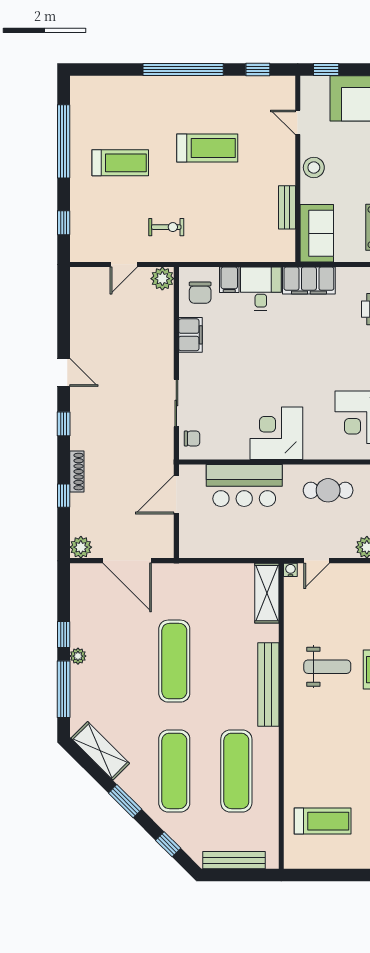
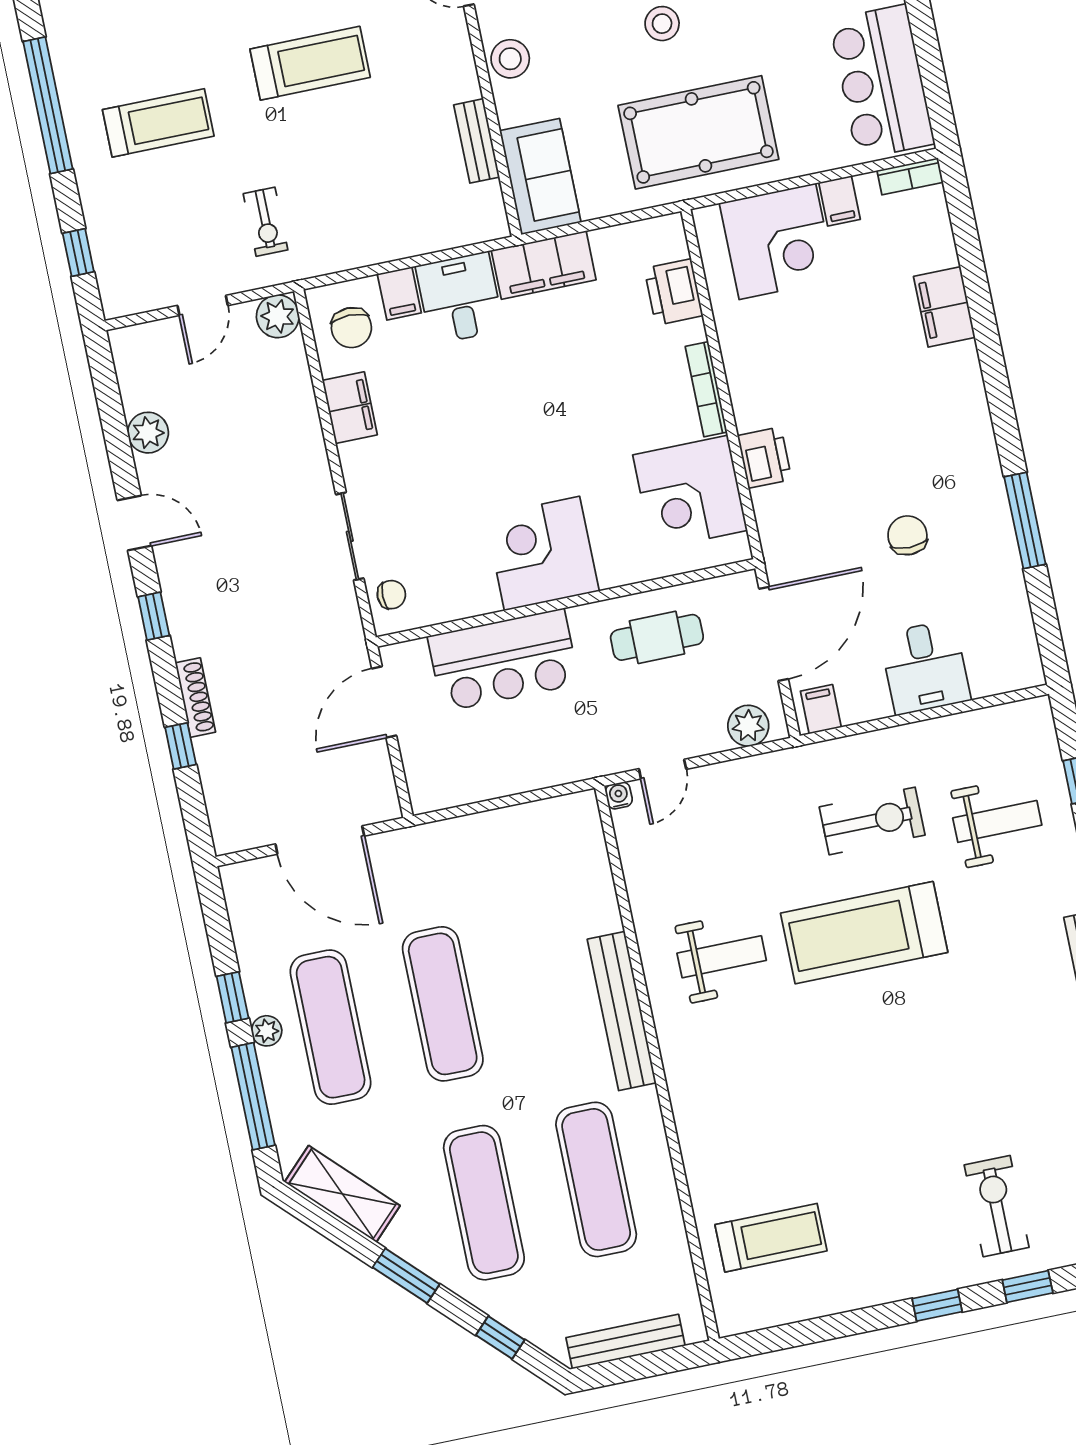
exercise bike: (166, 227) -> (266, 222), turned 90
plant: (81, 547) -> (148, 433), moved
shelving: (267, 593) -> (585, 846), removed
exercise mat: (112, 661) -> (331, 1027), added

